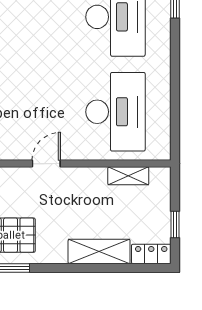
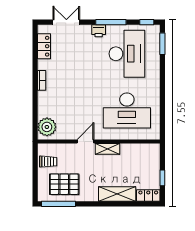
desk: (115, 112) -> (127, 110), turned 90
shelving: (128, 176) -> (108, 149), moved

